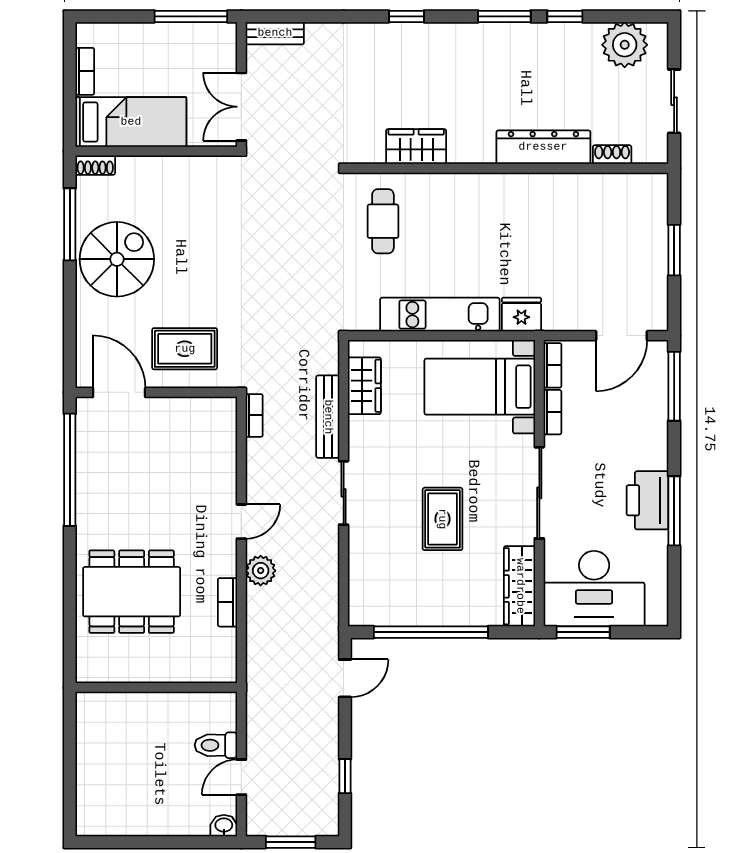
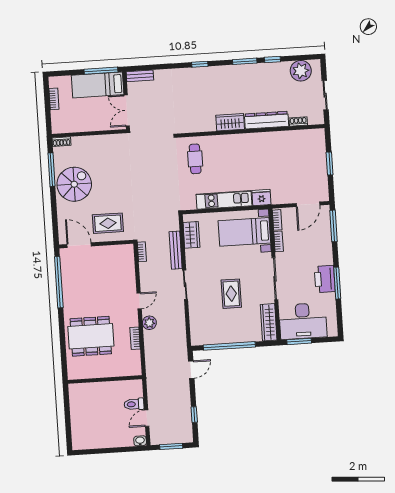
bed: (131, 122) -> (98, 85), moved, turned 180
wardrobe: (416, 147) -> (230, 122), moved

